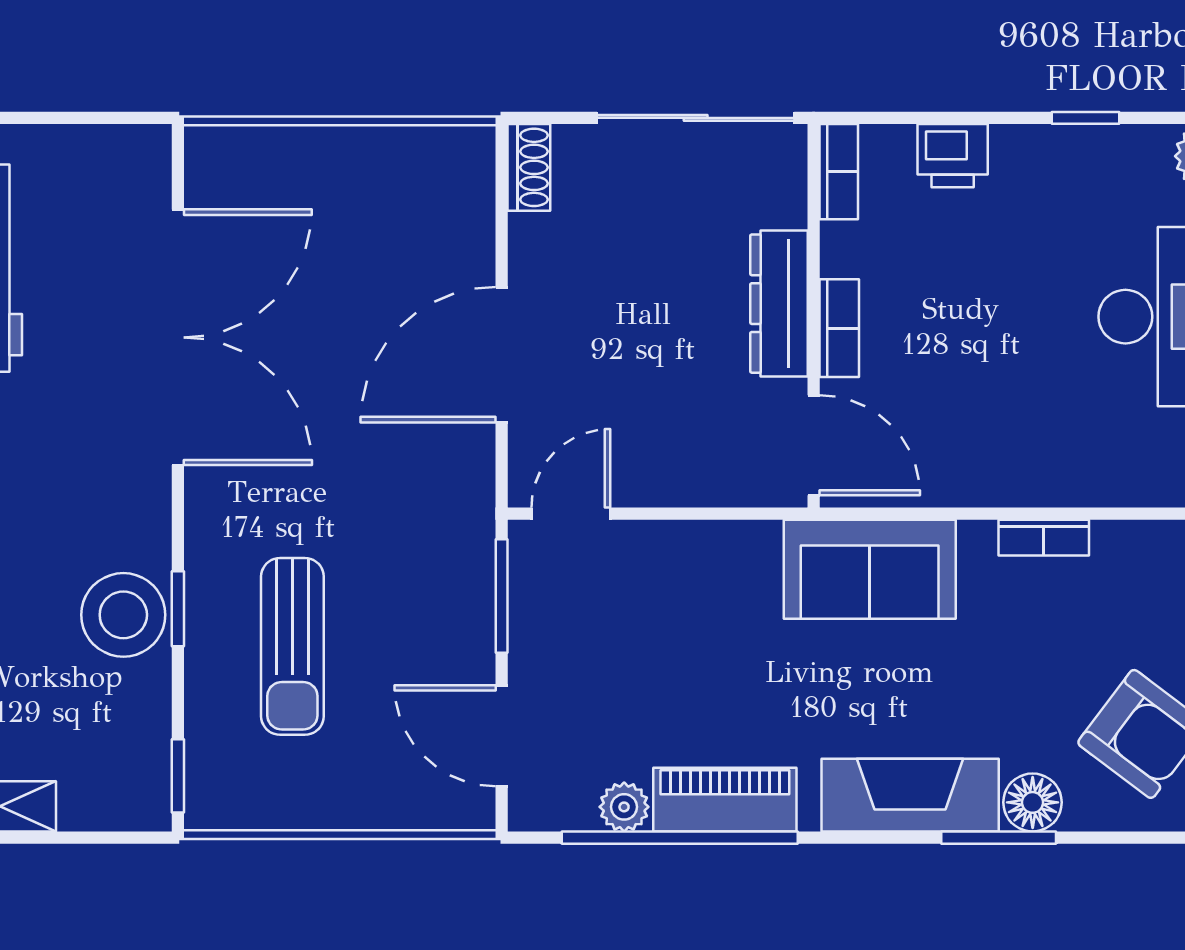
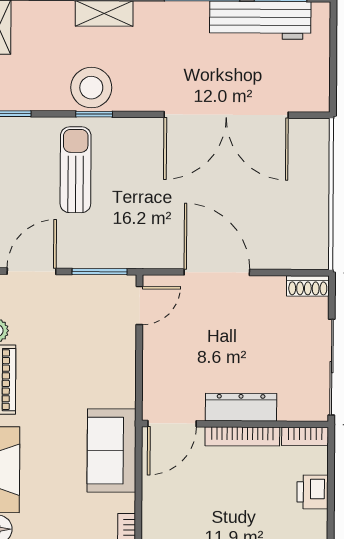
bookcase: (839, 328) -> (242, 436), width x1.56
door: (571, 514) -> (139, 305), hinge flipped
sun lounger: (292, 646) -> (76, 170), turned 90

